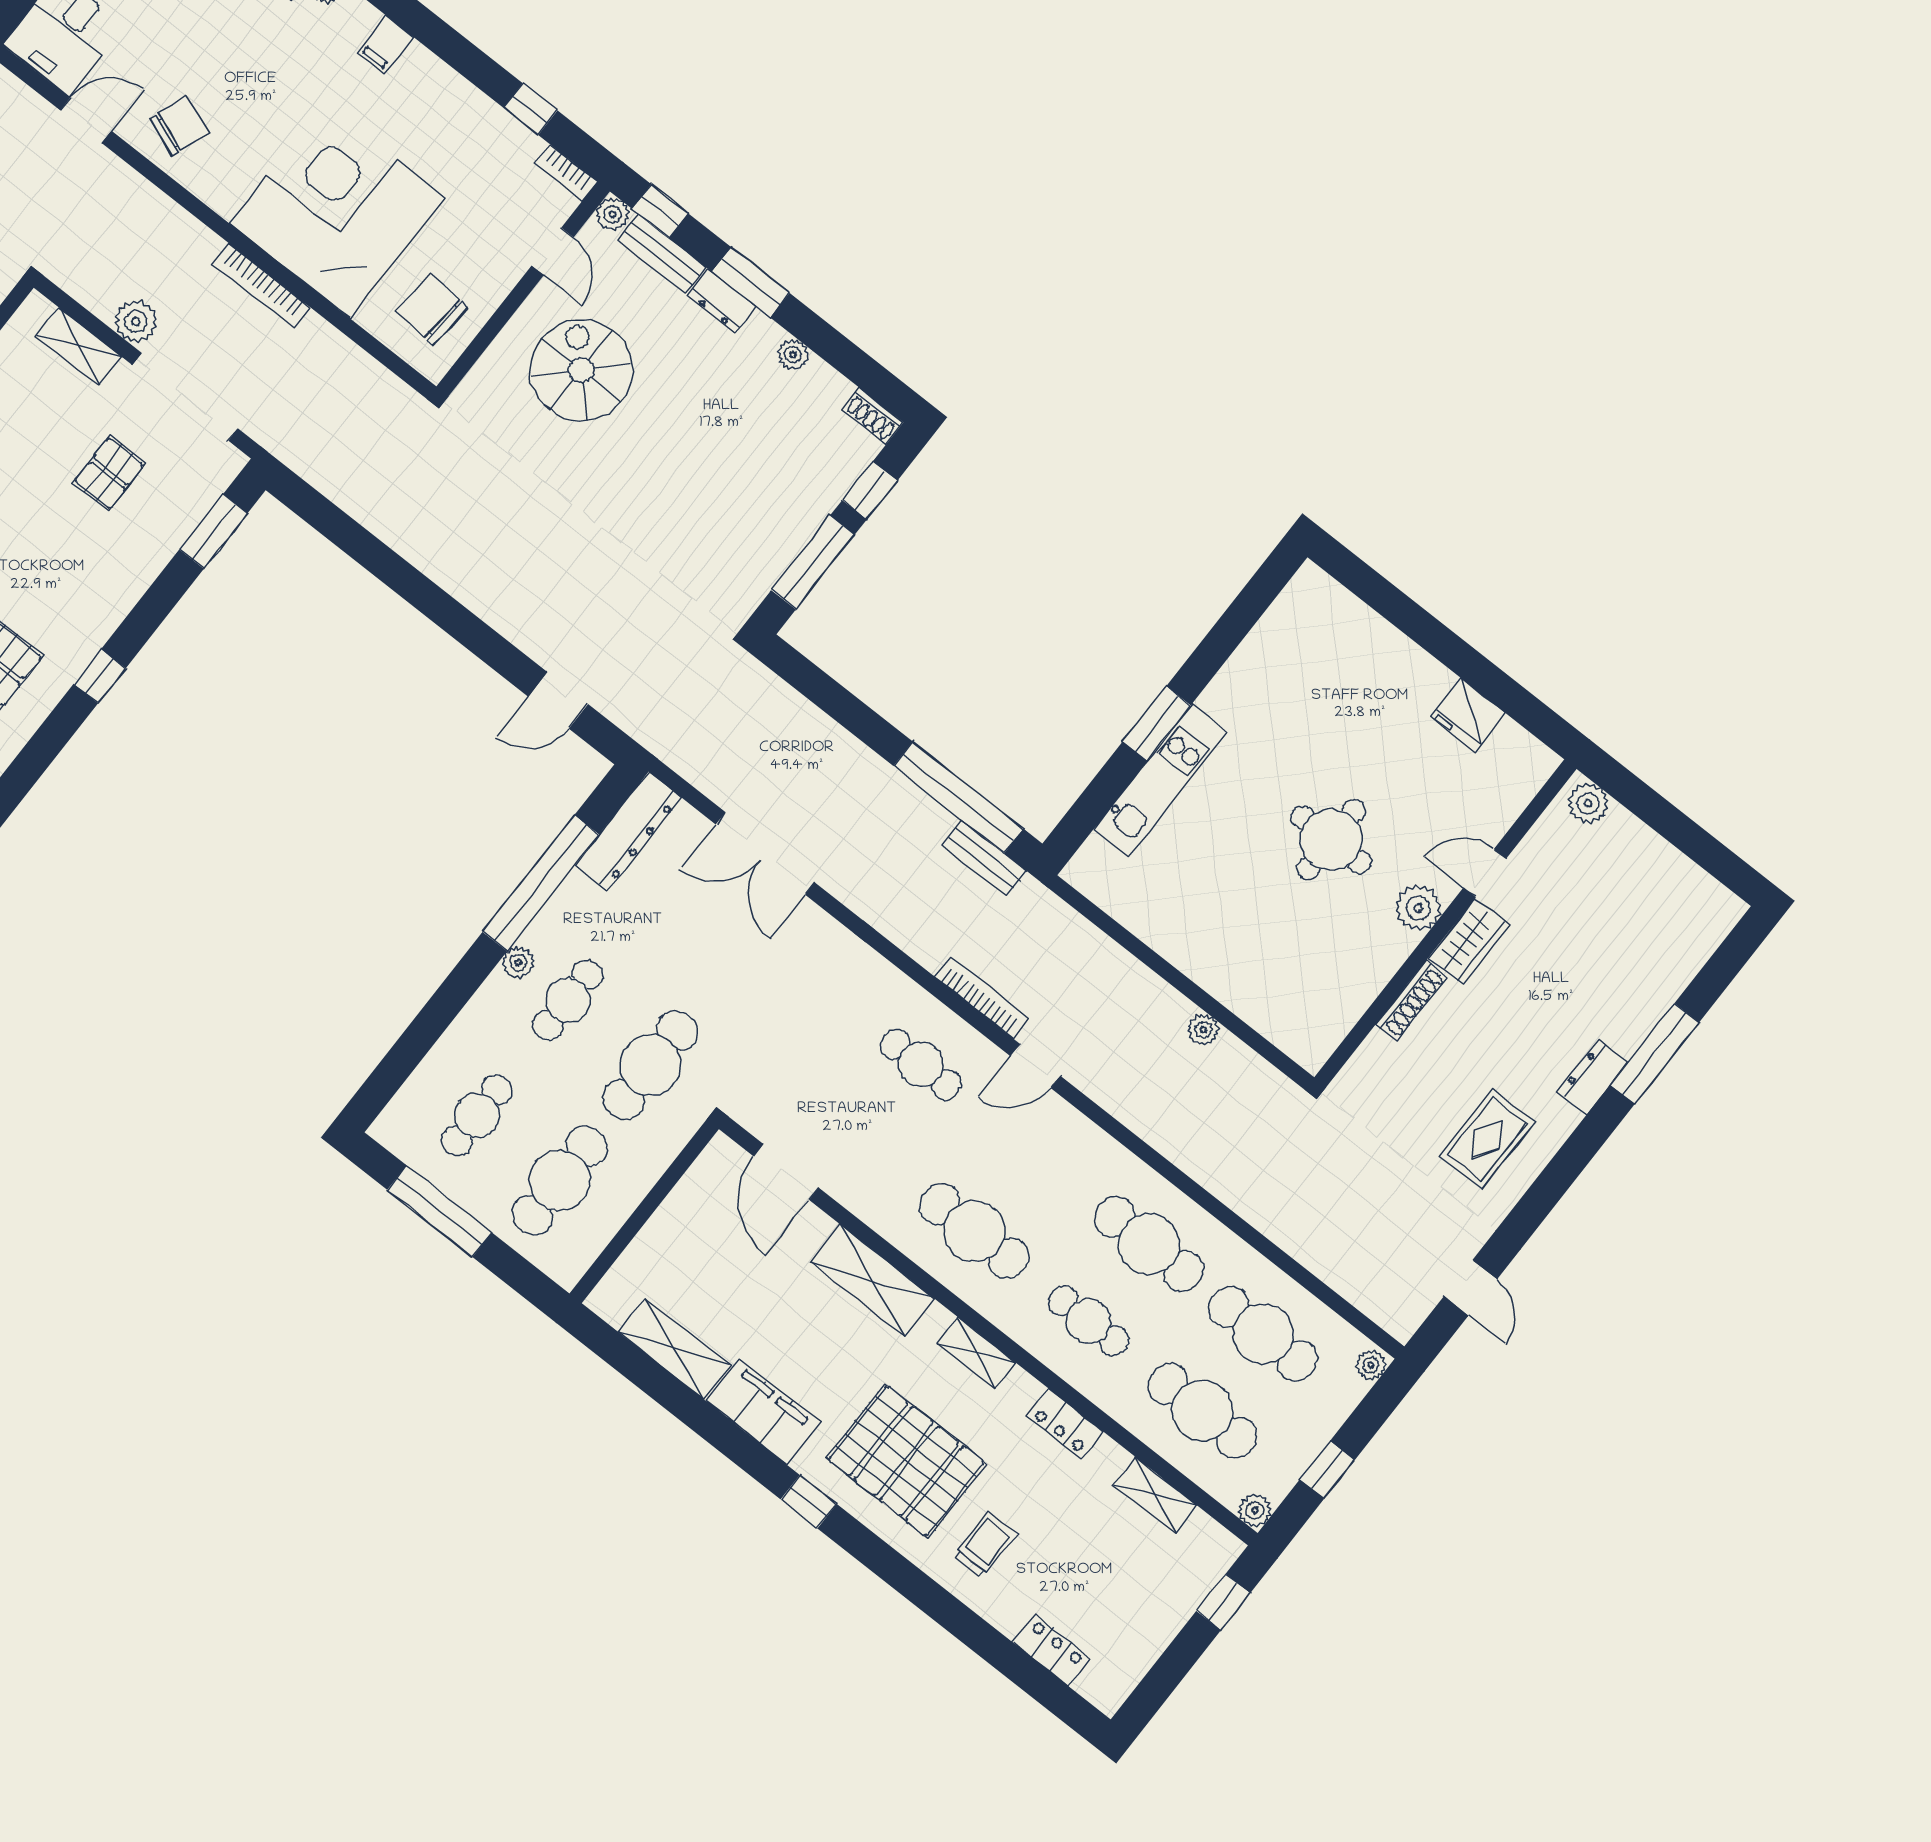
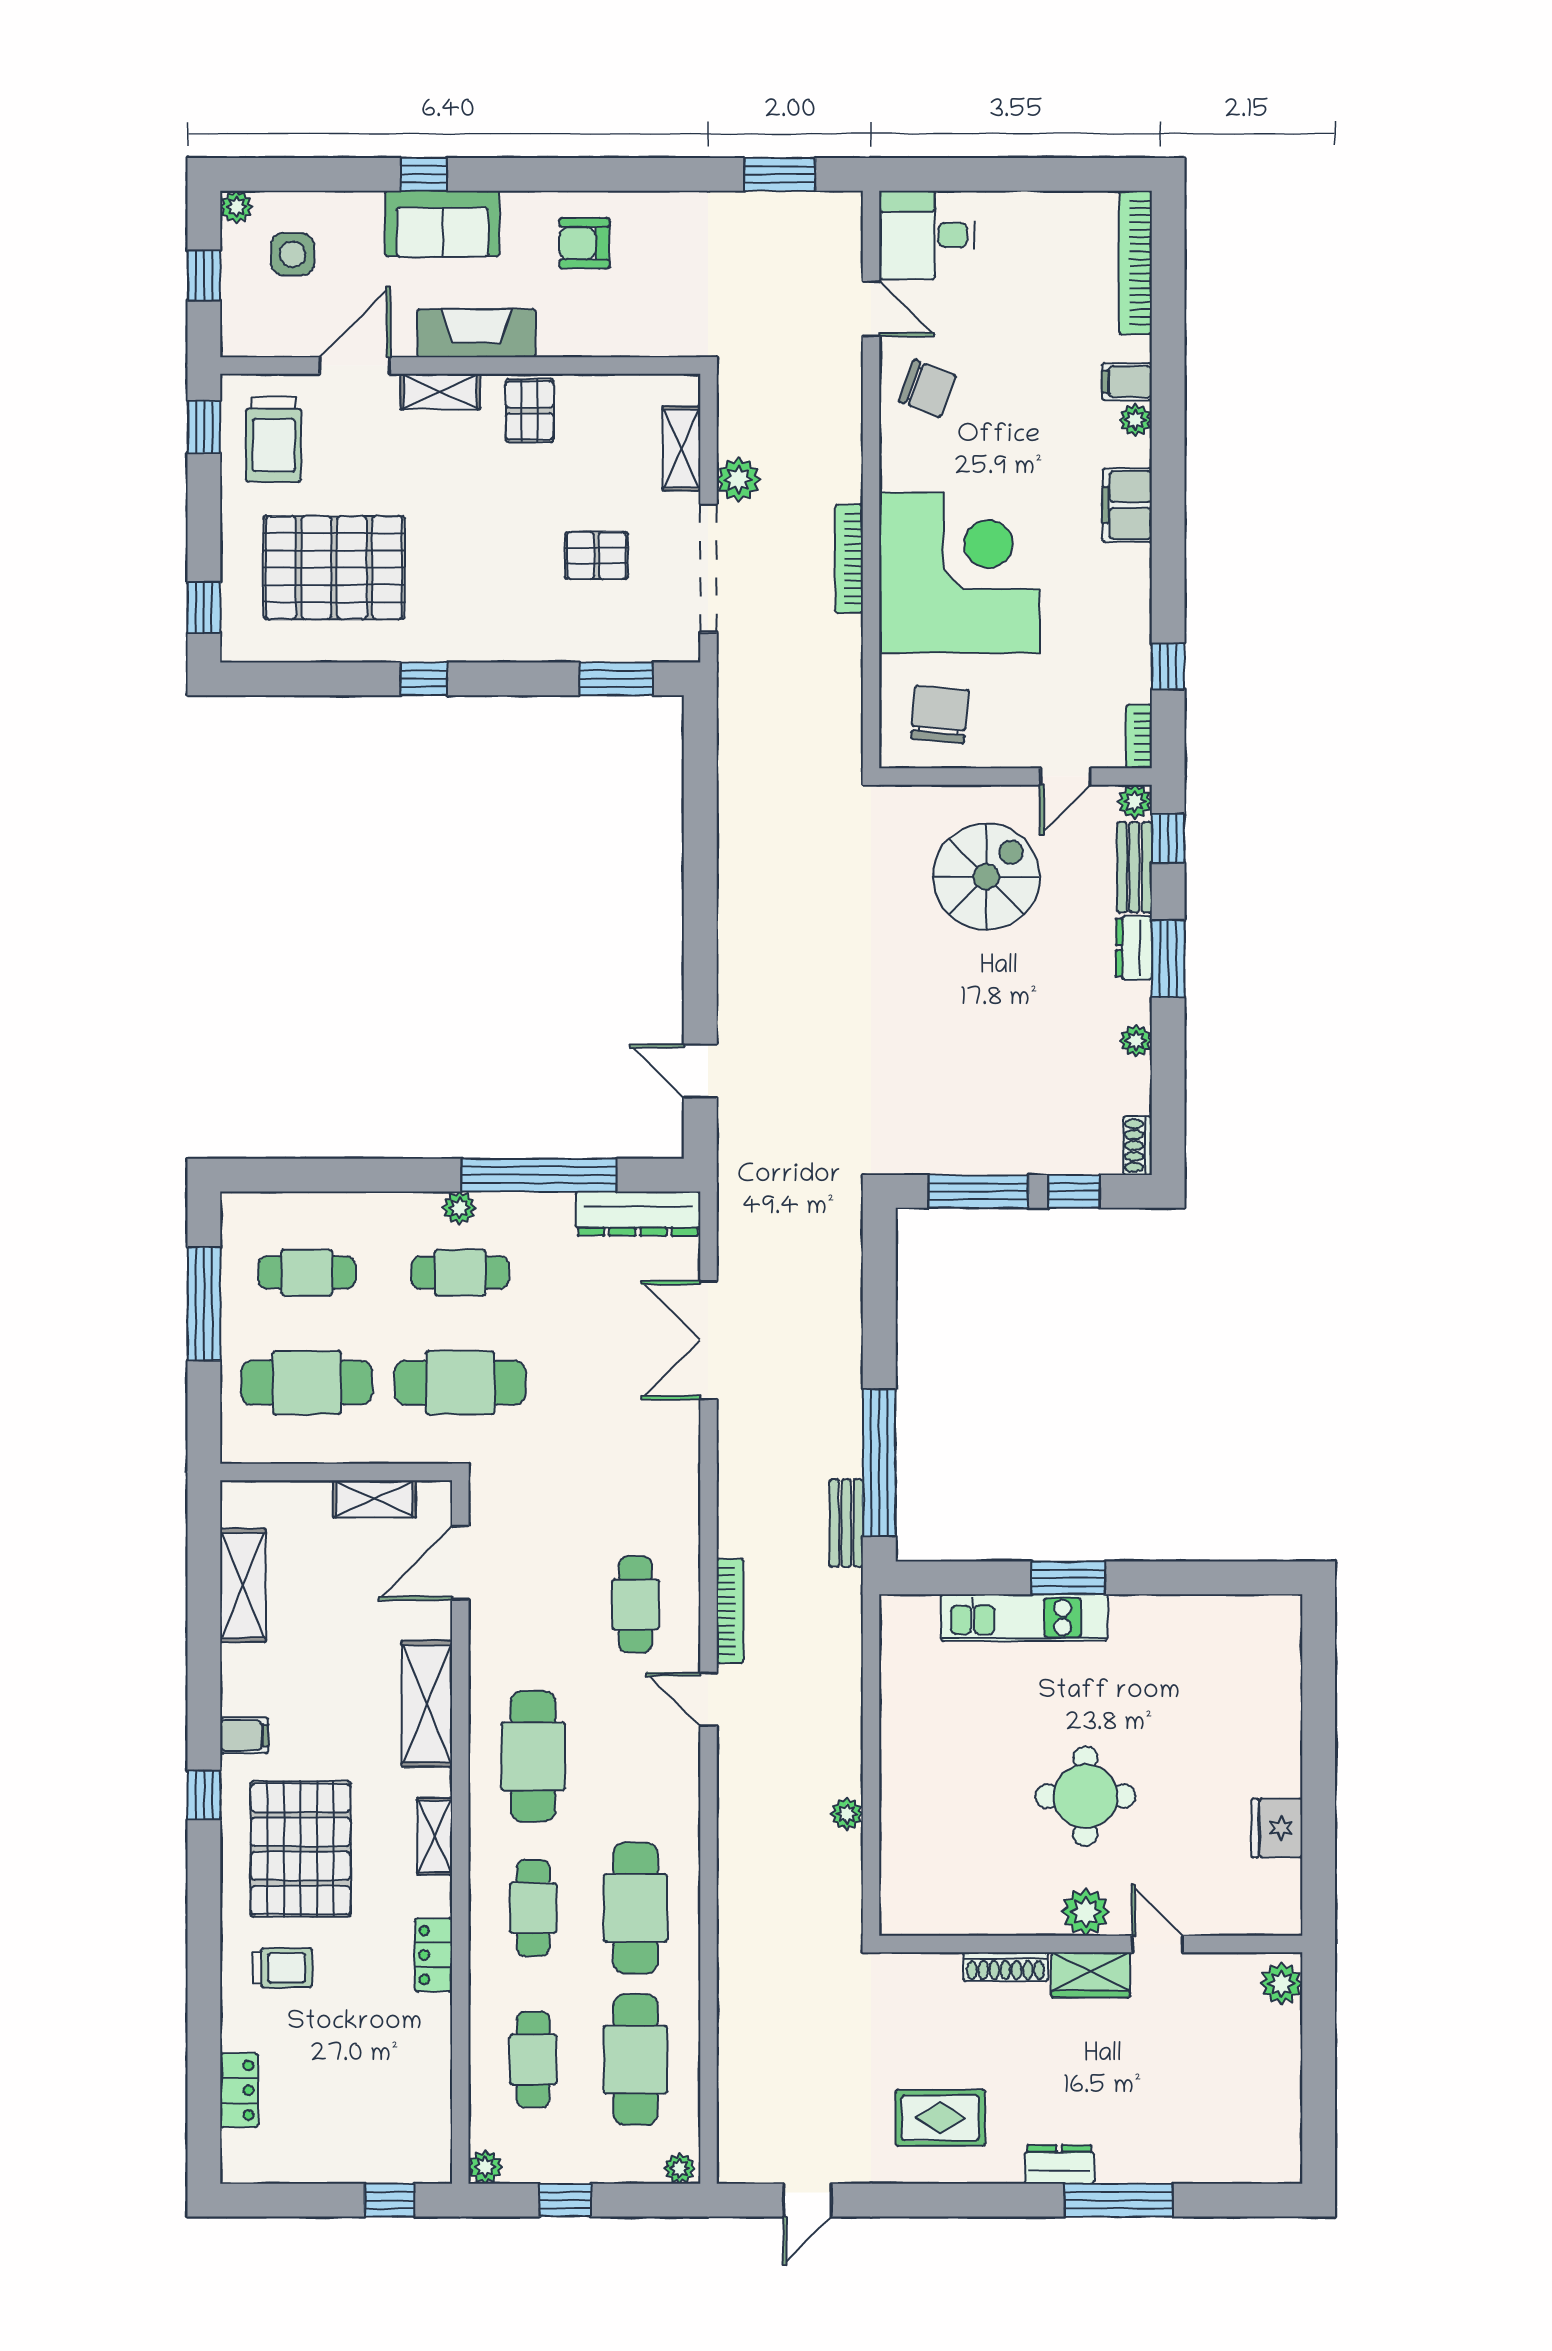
filing cabinet: (385, 44) -> (1127, 505), width x2.00
cafe table: (1202, 1411) -> (533, 2060), width x0.73, depth x0.74
filing cabinet: (763, 1412) -> (244, 1735), width x0.33, depth x0.86
shelving: (1155, 1495) -> (374, 1499), moved, turned 90

